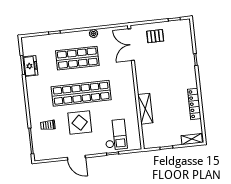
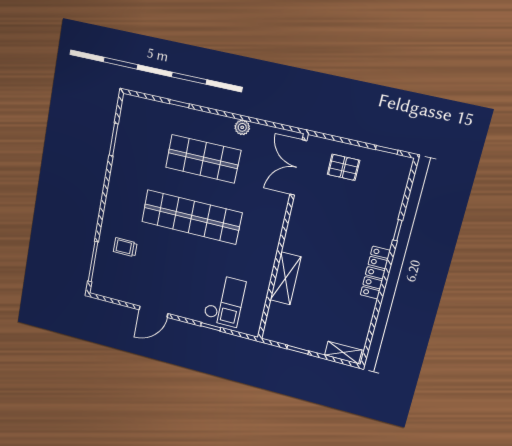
freezer: (30, 66) -> (125, 145), removed
locker: (194, 104) -> (375, 273), moved
display table: (80, 123) -> (175, 261), removed
door: (76, 158) -> (154, 312), hinge flipped

